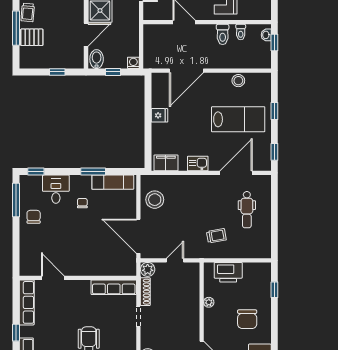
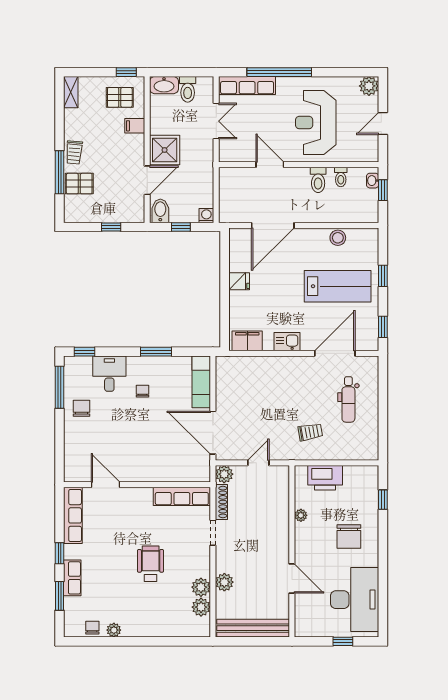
exam couch: (113, 182) -> (201, 382), moved, turned 90
stool: (155, 200) -> (233, 387), removed

